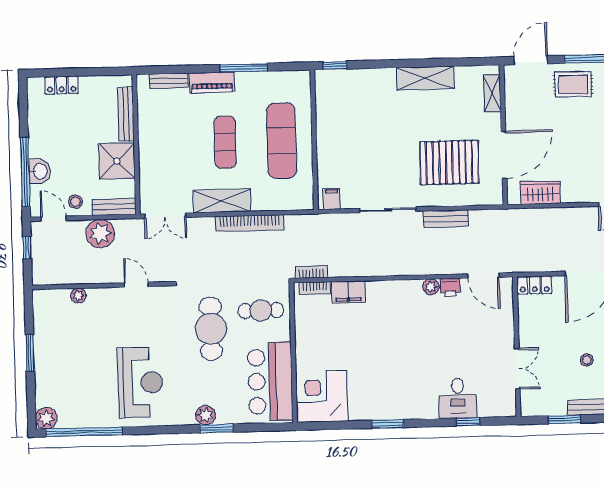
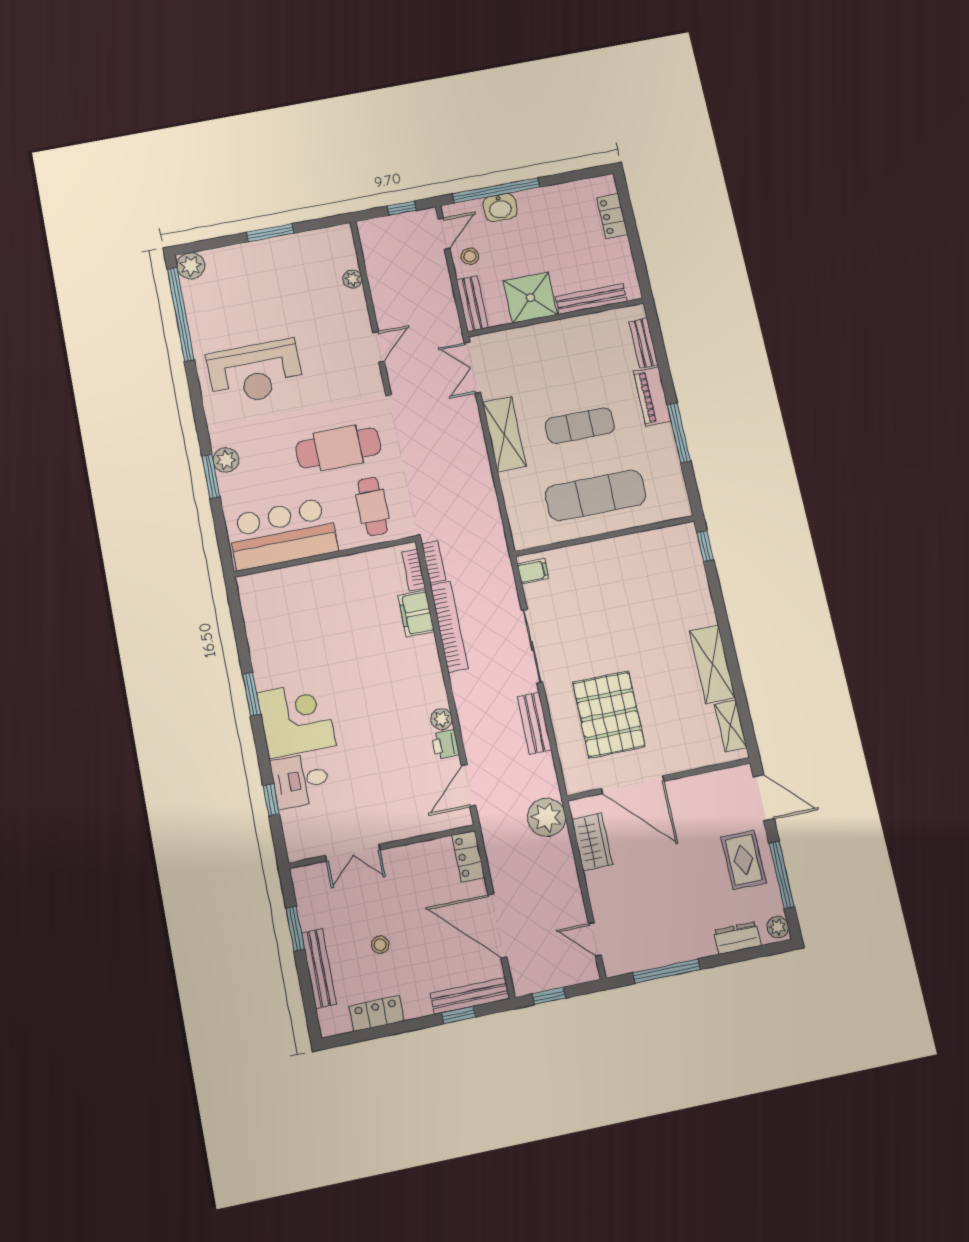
shelving: (492, 93) -> (731, 726), moved, turned 90
bookcase: (249, 223) -> (449, 627), moved, turned 180
plant: (100, 233) -> (547, 817), moved
corner desk: (322, 396) -> (296, 719), moved

